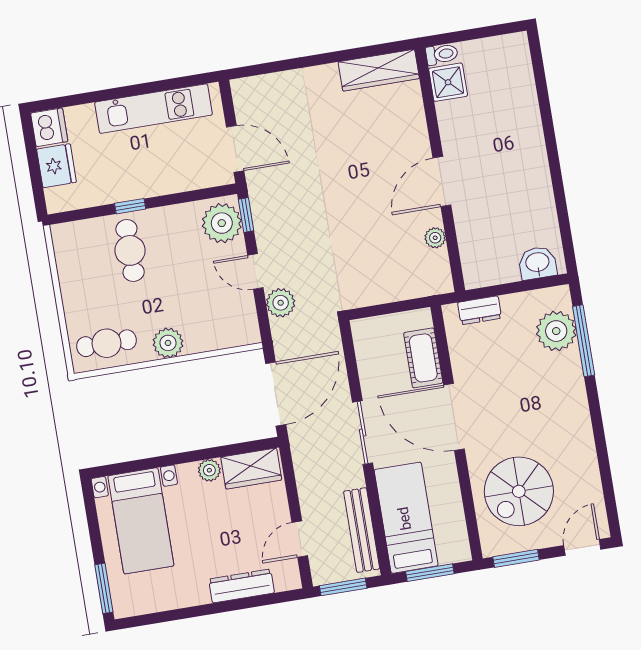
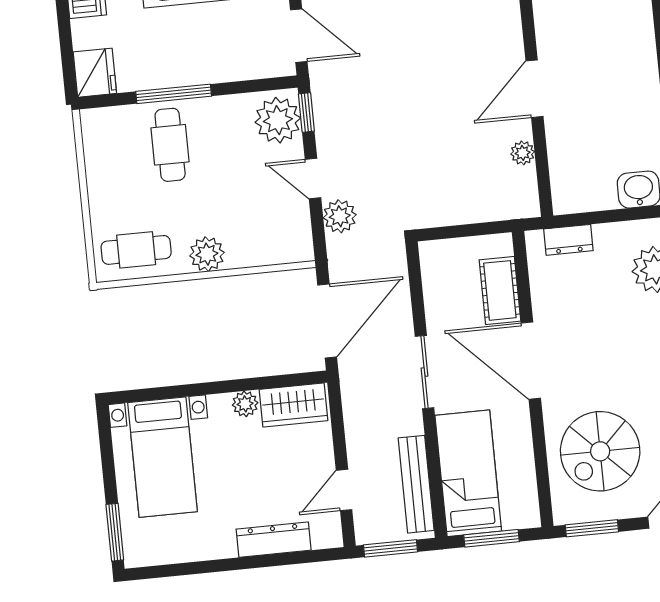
fridge: (56, 166) -> (95, 73), moved
window: (130, 206) -> (174, 94), width x2.17

